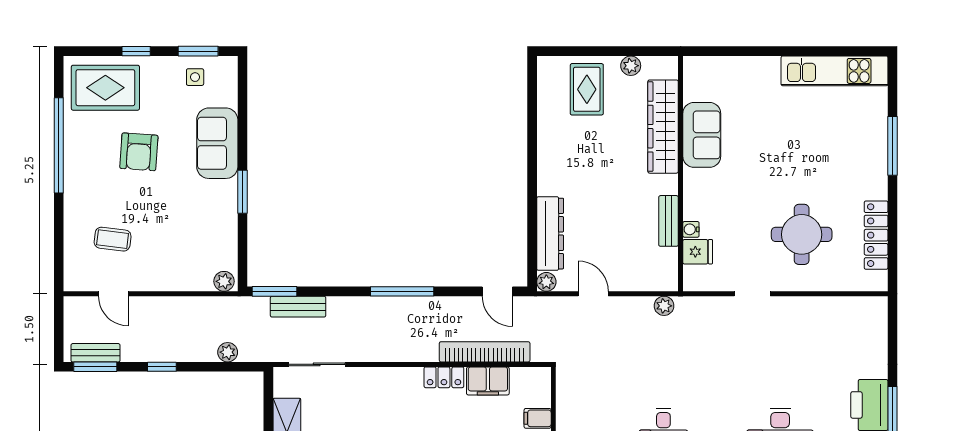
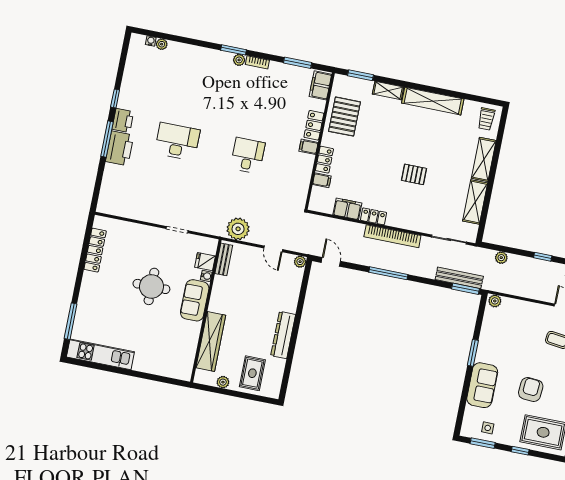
sofa: (702, 135) -> (195, 300), moved
window: (893, 146) -> (71, 321), moved
bench: (668, 221) -> (224, 259), moved
dresser: (550, 234) -> (283, 335), moved
round table: (802, 234) -> (151, 286), moved
plant: (664, 306) -> (238, 229), width x1.87, depth x1.87
bench: (298, 307) -> (459, 278), width x1.36
bookcase: (485, 352) -> (392, 236), moved

